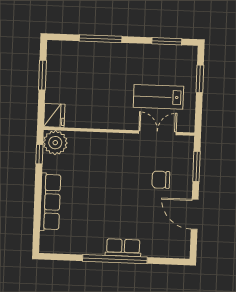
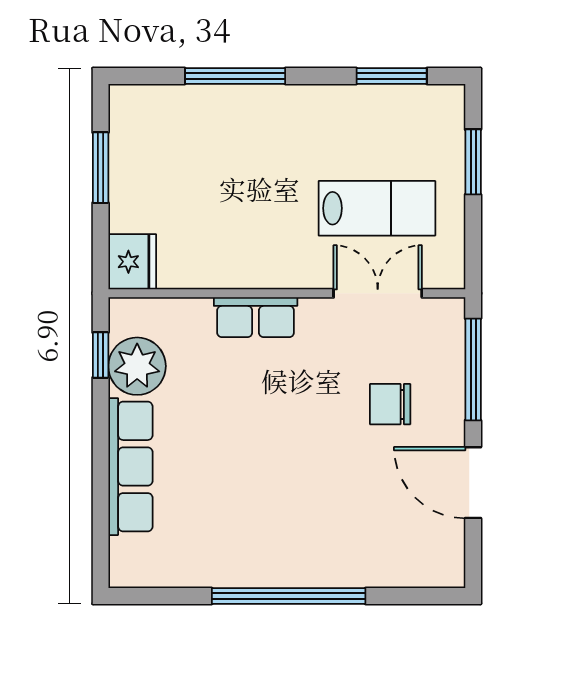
lab bench: (158, 97) -> (377, 208), turned 180
plant: (55, 143) -> (137, 366), moved
window: (196, 166) -> (473, 369), width x1.44
row of seats: (123, 248) -> (256, 317), moved, turned 180

